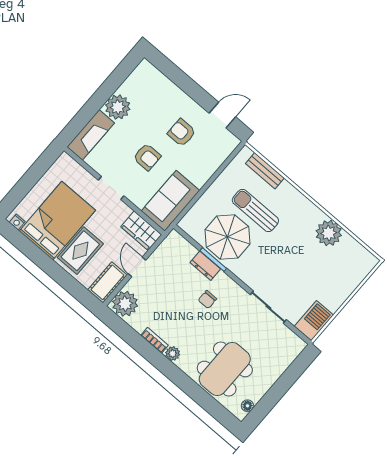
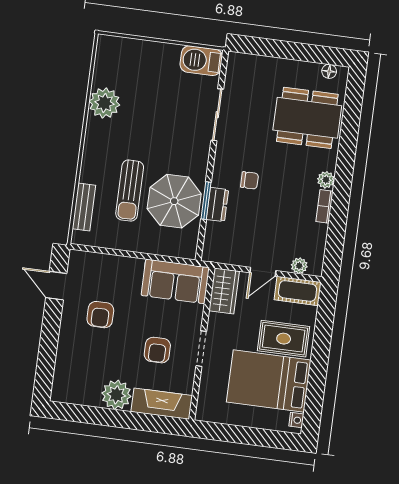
armchair: (147, 157) -> (157, 350), moved, turned 180
plant: (125, 304) -> (299, 266), width x0.53, depth x0.53

